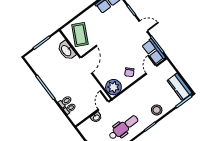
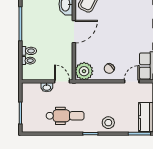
door: (104, 106) -> (62, 81), hinge flipped

